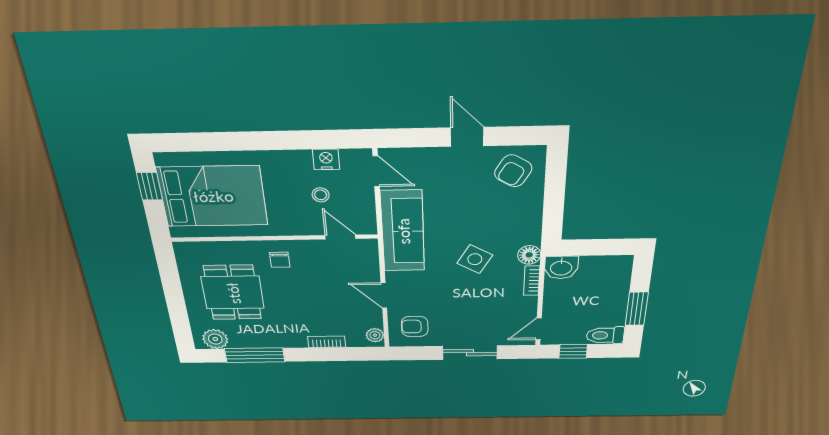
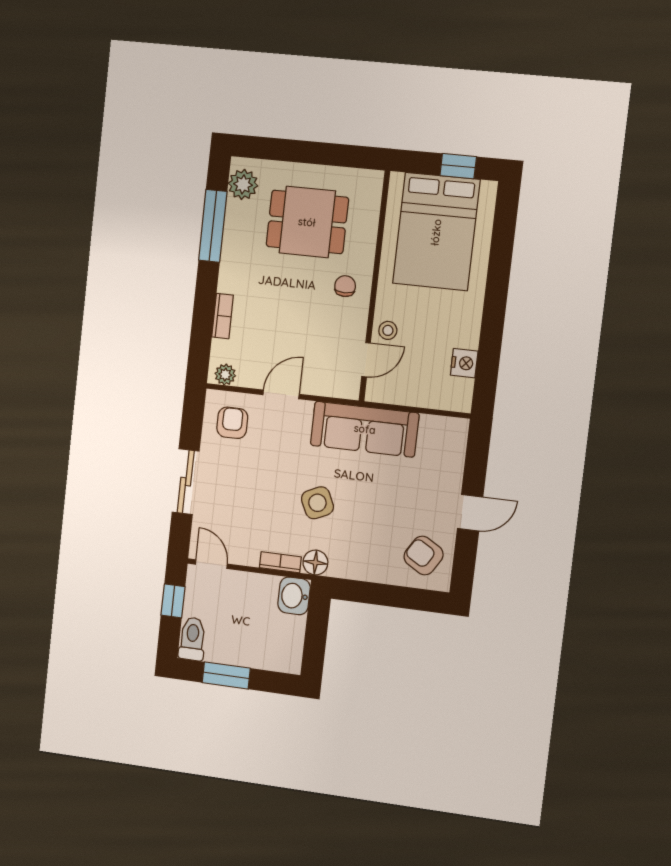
door: (376, 171) -> (443, 413), removed
stool: (321, 195) -> (388, 330), moved
side table: (475, 259) -> (317, 503), turned 35
chair: (280, 260) -> (345, 286), turned 90

